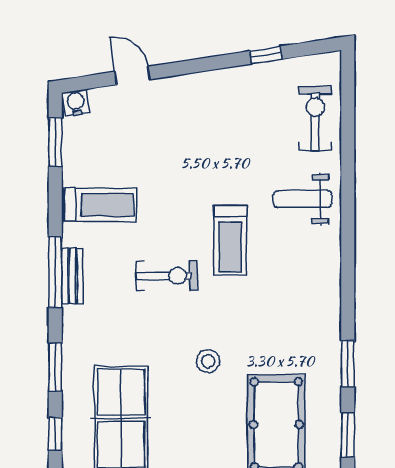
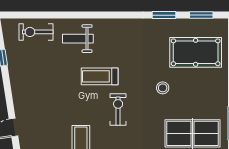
weight bench: (303, 199) -> (78, 39), turned 90
treadmill: (230, 240) -> (100, 76), turned 180

